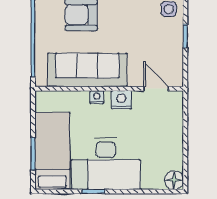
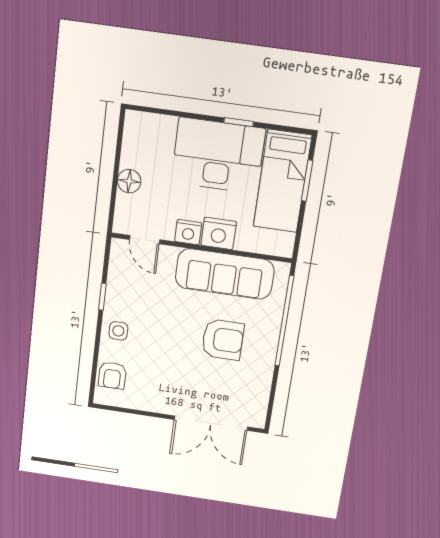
nightstand: (97, 97) -> (219, 233), width x1.89, depth x1.79
floor lamp: (174, 180) -> (129, 181), moved

